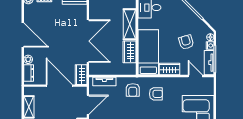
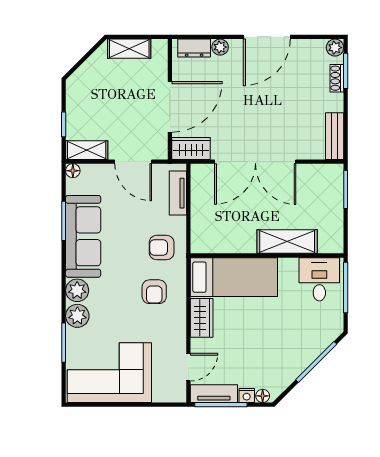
armchair: (186, 42) -> (253, 350), removed
wardrobe: (130, 52) -> (235, 241), removed

